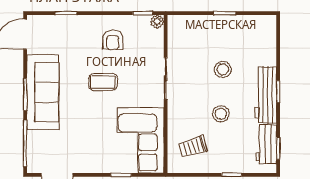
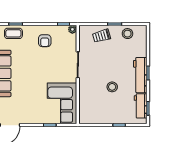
stool: (223, 69) -> (127, 34), moved
coffee table: (103, 82) -> (13, 33), moved
trolley: (193, 147) -> (101, 36), moved

